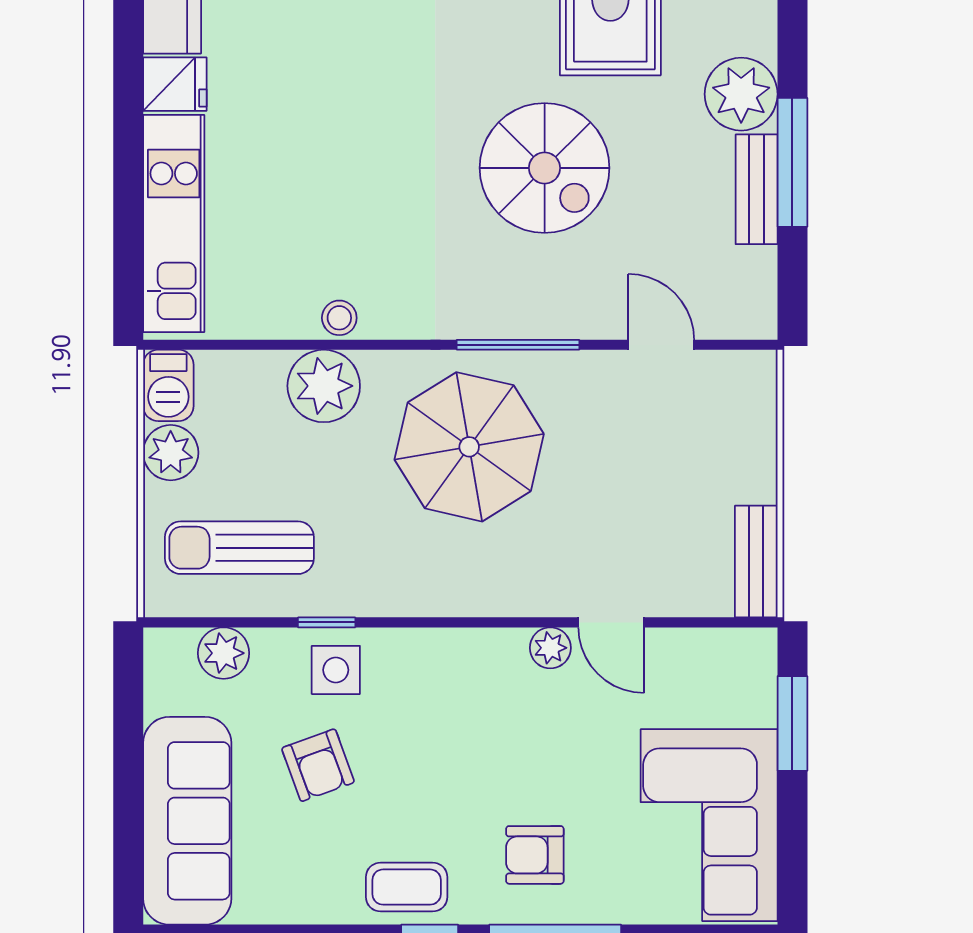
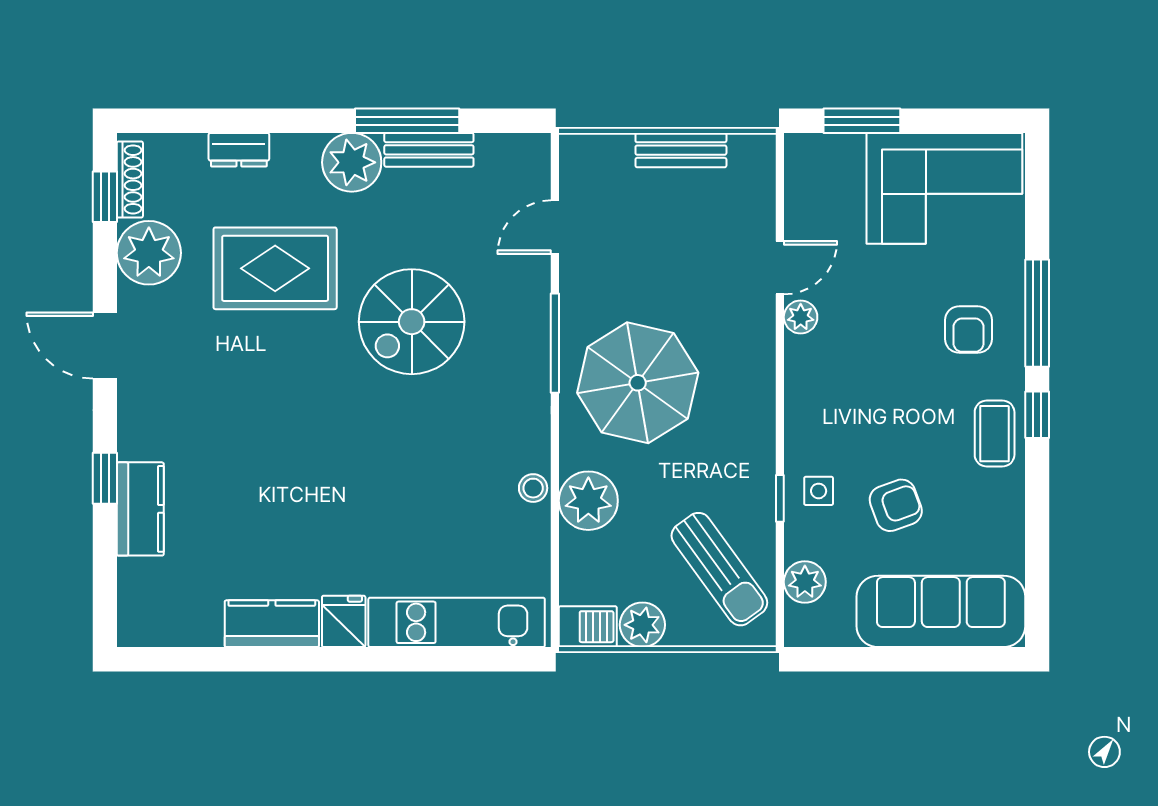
spiral stairs: (545, 168) -> (412, 322), turned 180
sun lounger: (239, 548) -> (719, 569), turned -36
bench: (756, 562) -> (681, 150), moved
side table: (336, 670) -> (819, 491), width x0.73, depth x0.73

